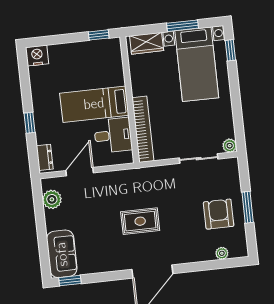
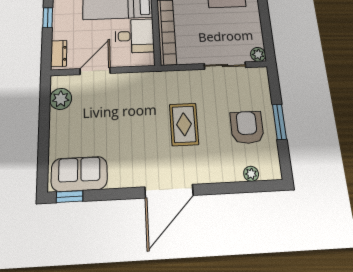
rug: (140, 221) -> (184, 124), moved, turned 90
sofa: (62, 254) -> (79, 174), moved, turned -90

